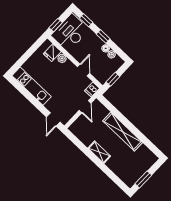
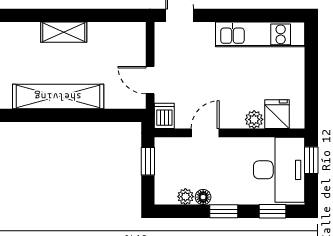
door: (84, 70) -> (205, 133), swing flipped

